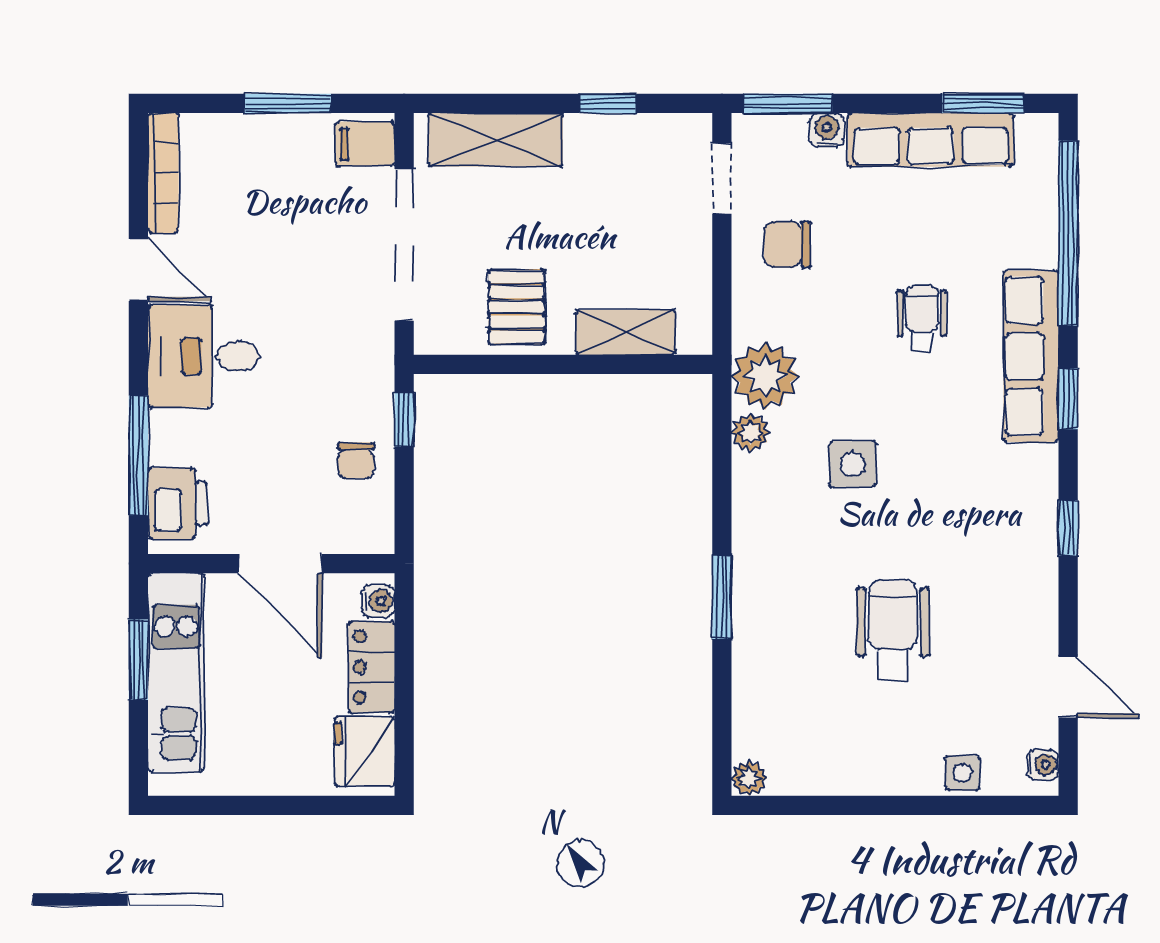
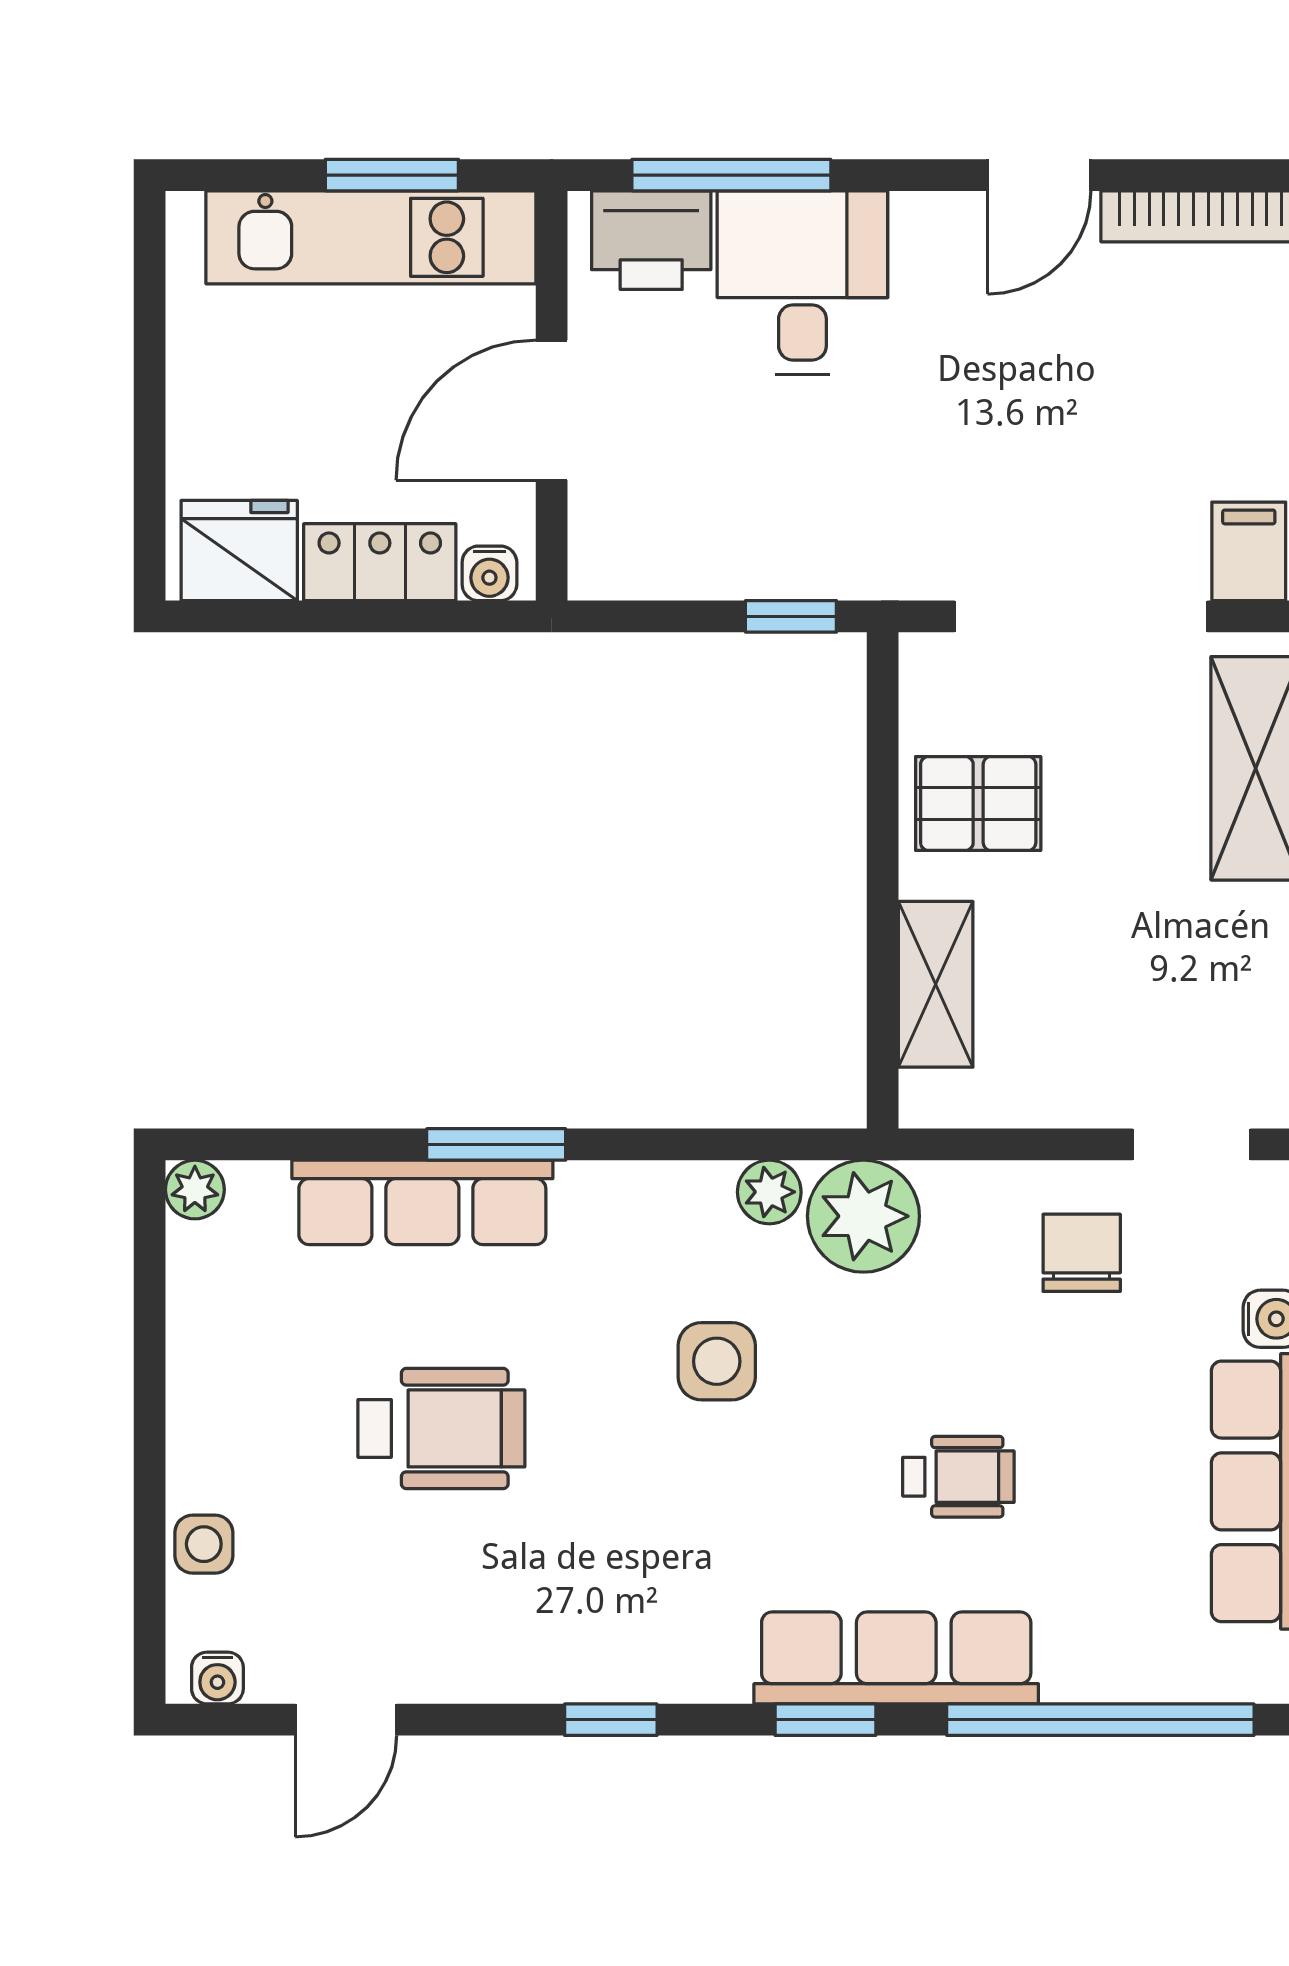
desk: (203, 356) -> (802, 283), moved
chair: (356, 460) -> (723, 536), removed
row of seats: (757, 641) -> (422, 1202), added

